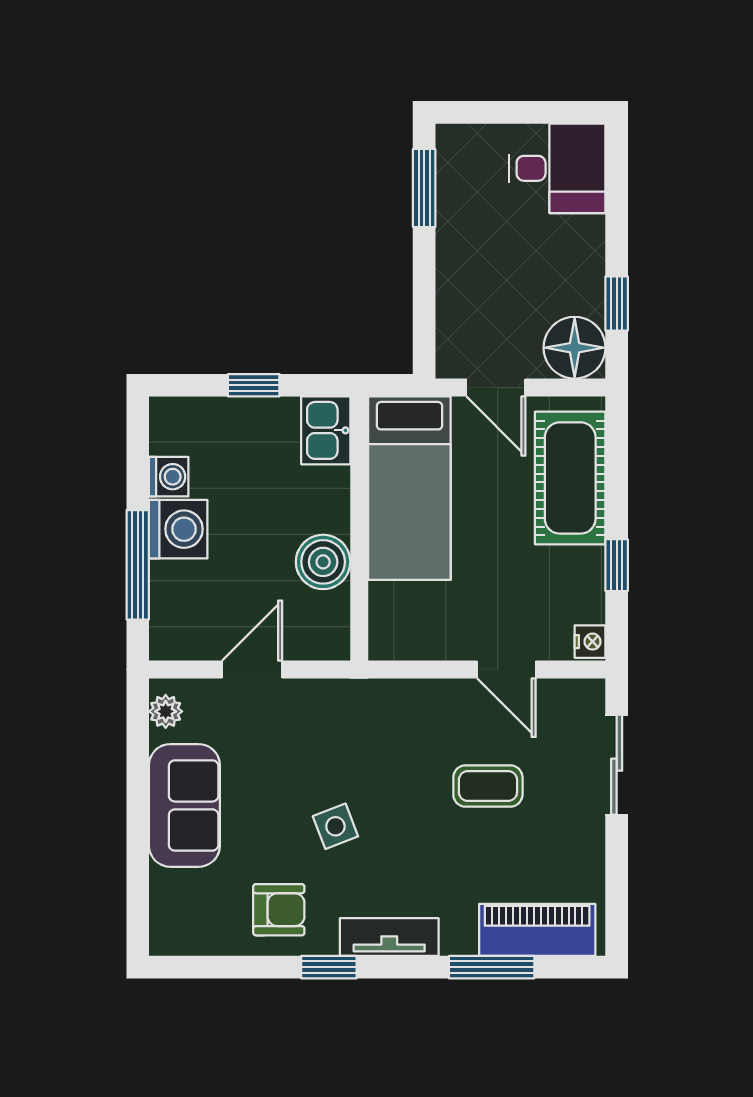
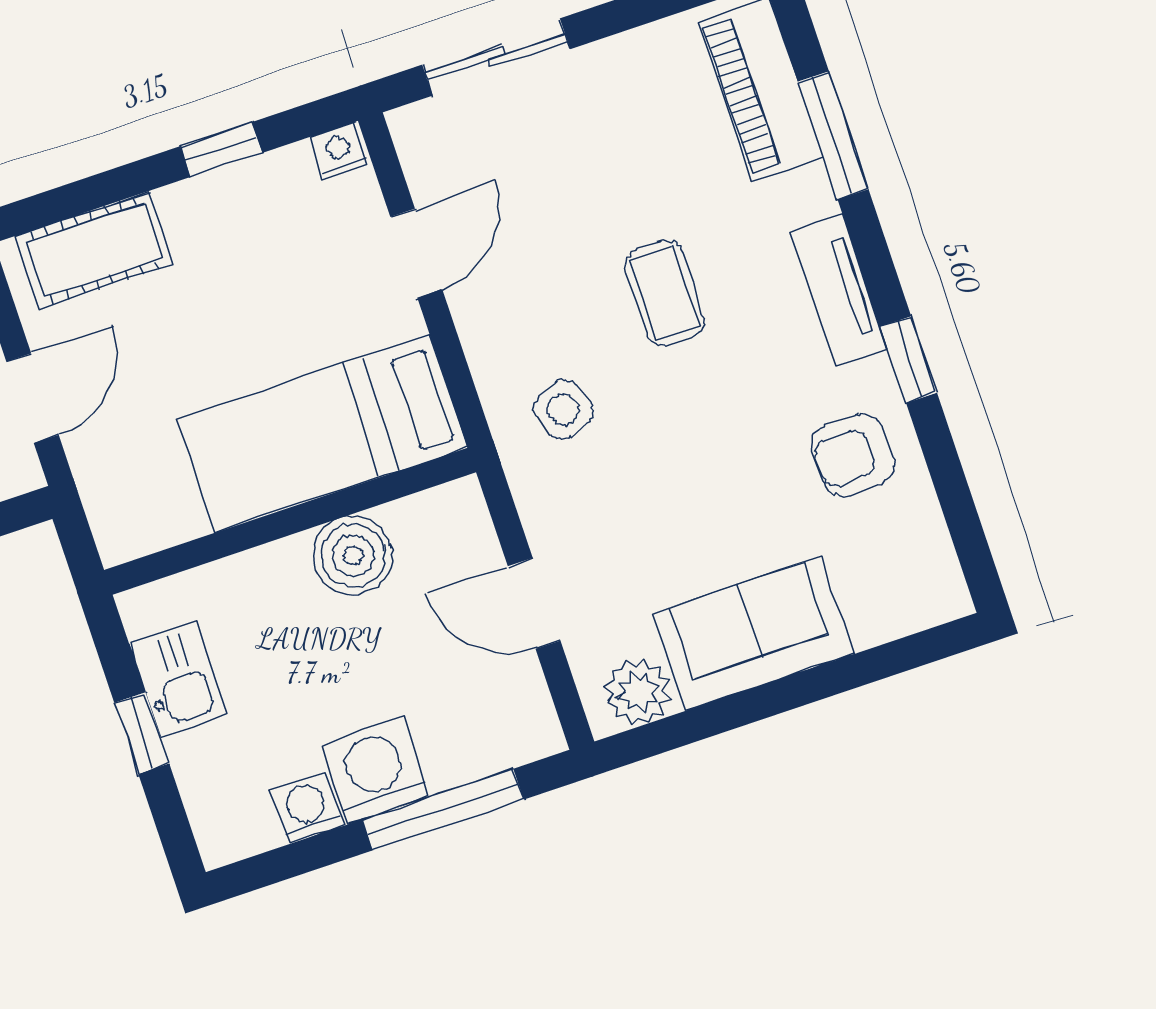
kitchen sink: (326, 430) -> (178, 679), moved, turned -90
cot: (570, 478) -> (94, 250), width x0.73, depth x0.75
bed: (409, 488) -> (322, 433), moved, turned 180
plant: (166, 711) -> (638, 692), width x1.38, depth x1.38
coffee table: (488, 786) -> (665, 293), moved
side table: (335, 826) -> (563, 410), moved
armchair: (279, 910) -> (853, 455), turned -90

